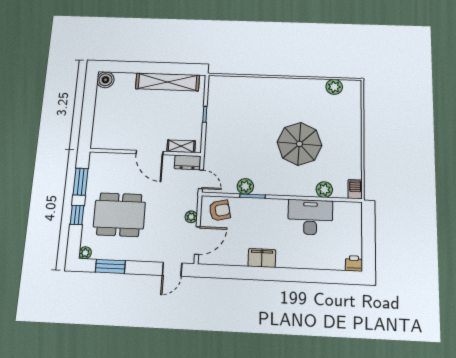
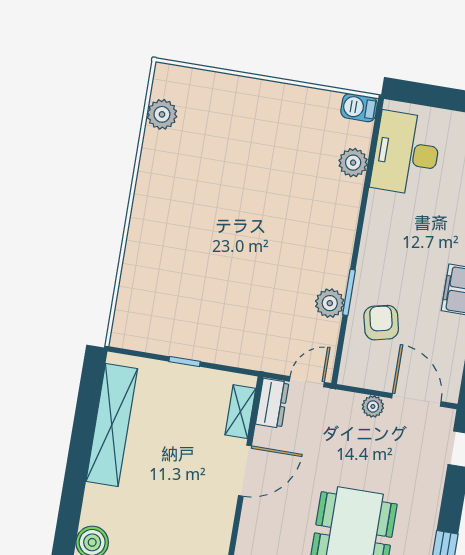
parasol: (299, 144) -> (263, 195), removed
armchair: (220, 210) -> (381, 323), moved
desk: (310, 217) -> (406, 153), moved

